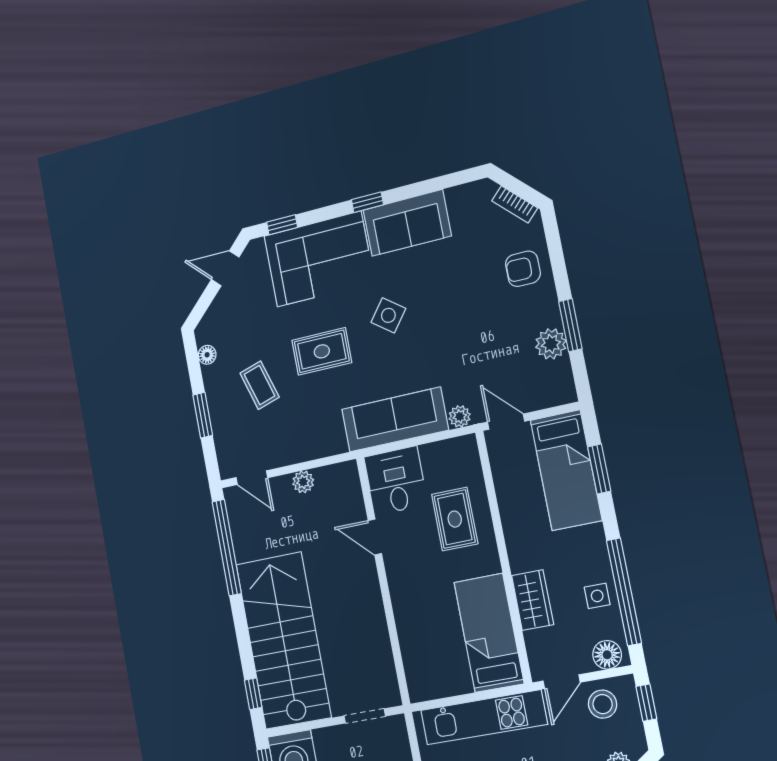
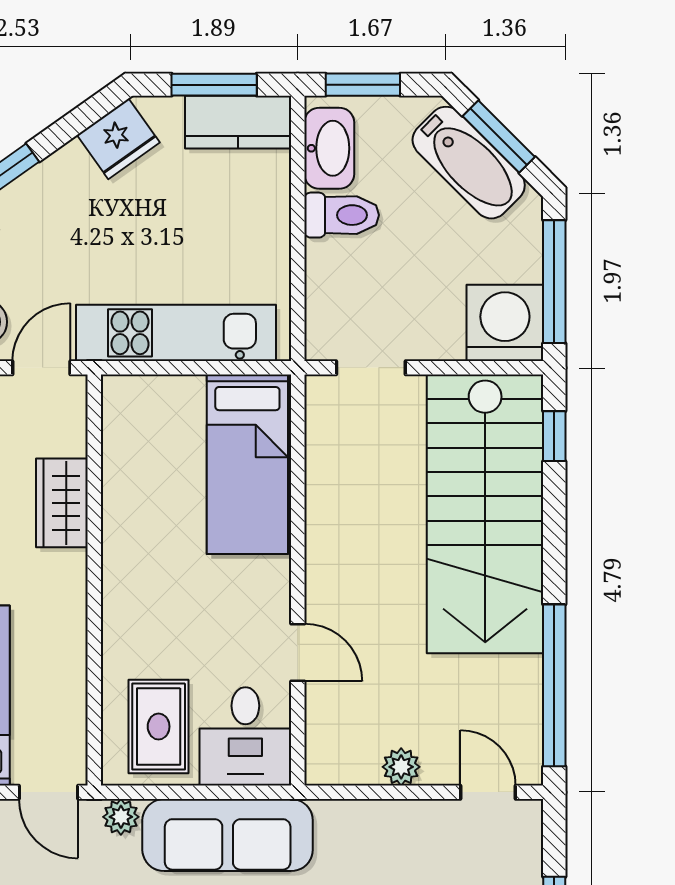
rug: (455, 519) -> (159, 727), moved
bed: (489, 633) -> (247, 464), moved

